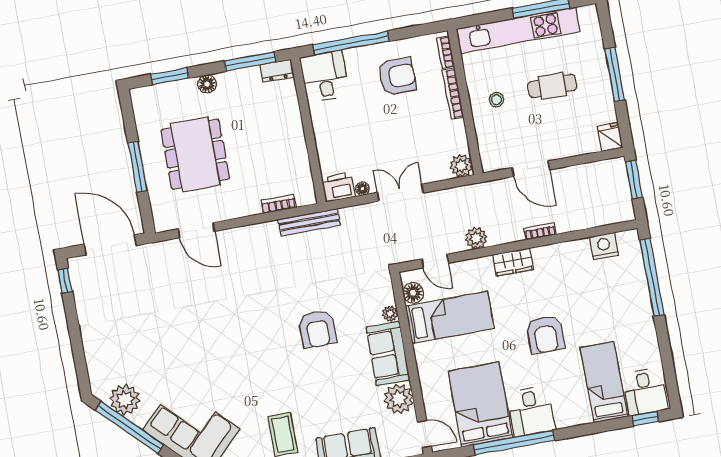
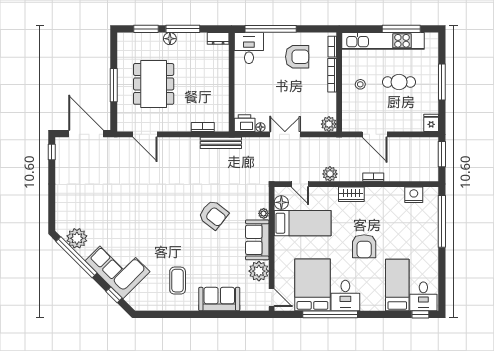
window: (250, 61) -> (183, 29), moved
armchair: (317, 329) -> (213, 215), turned -52

